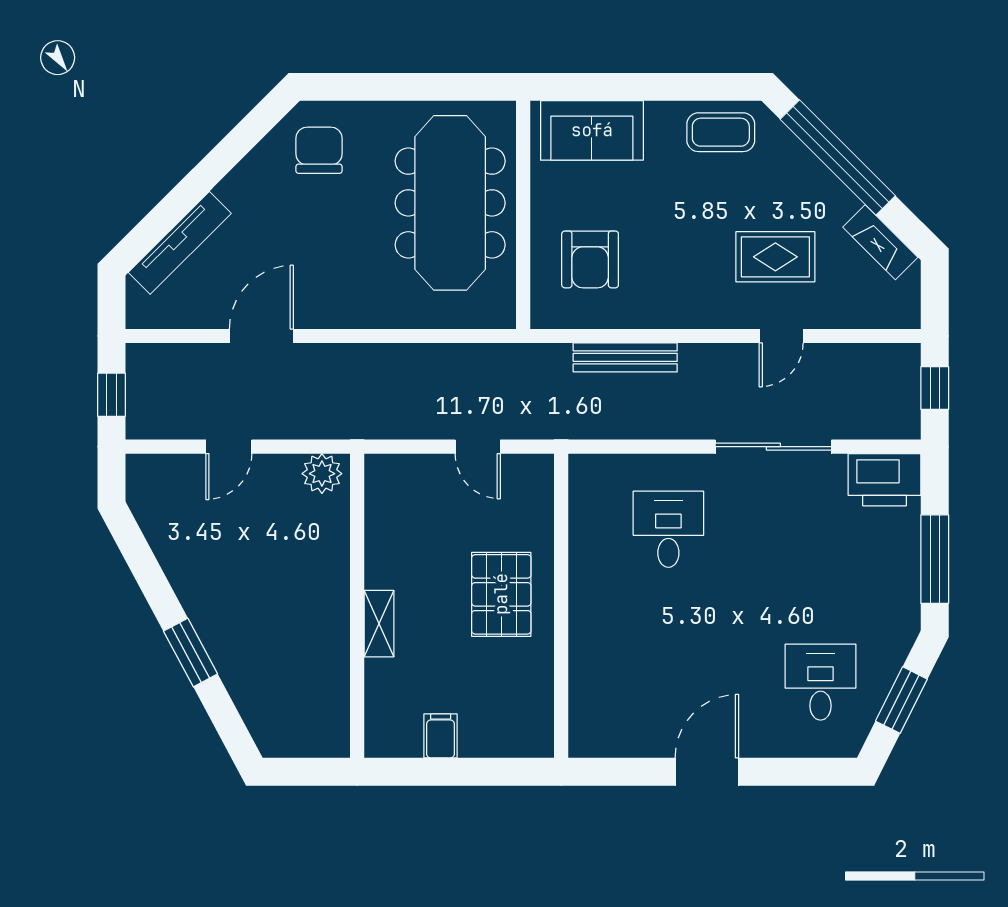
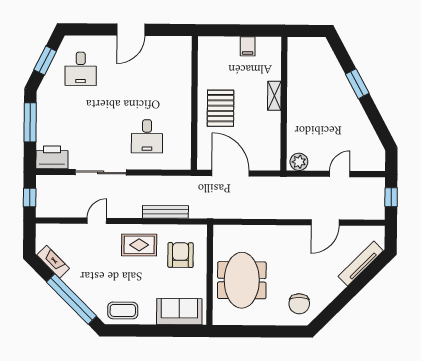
meeting table: (450, 203) -> (242, 280), width x0.73
rug: (775, 257) -> (139, 245), moved
door: (478, 447) -> (230, 173), width x1.87

